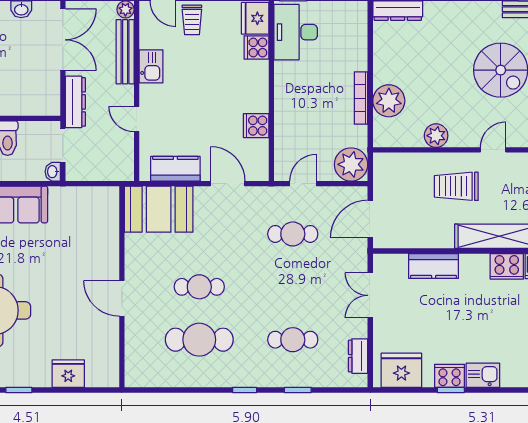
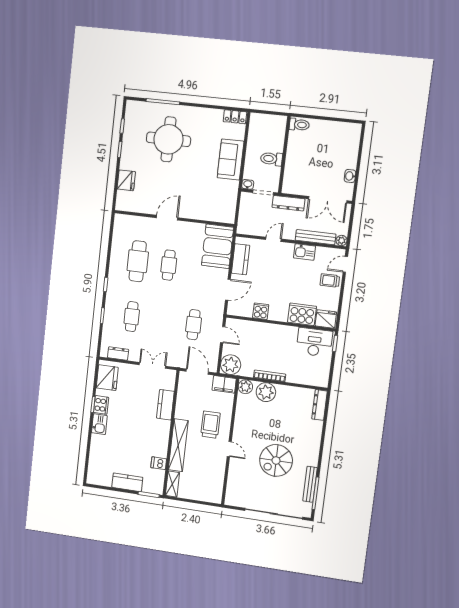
cooker: (256, 48) -> (302, 314), width x1.87, depth x1.31
plant: (436, 136) -> (245, 387), moved
filing cabinet: (385, 171) -> (224, 384), added
cooker: (507, 266) -> (160, 447), removed

